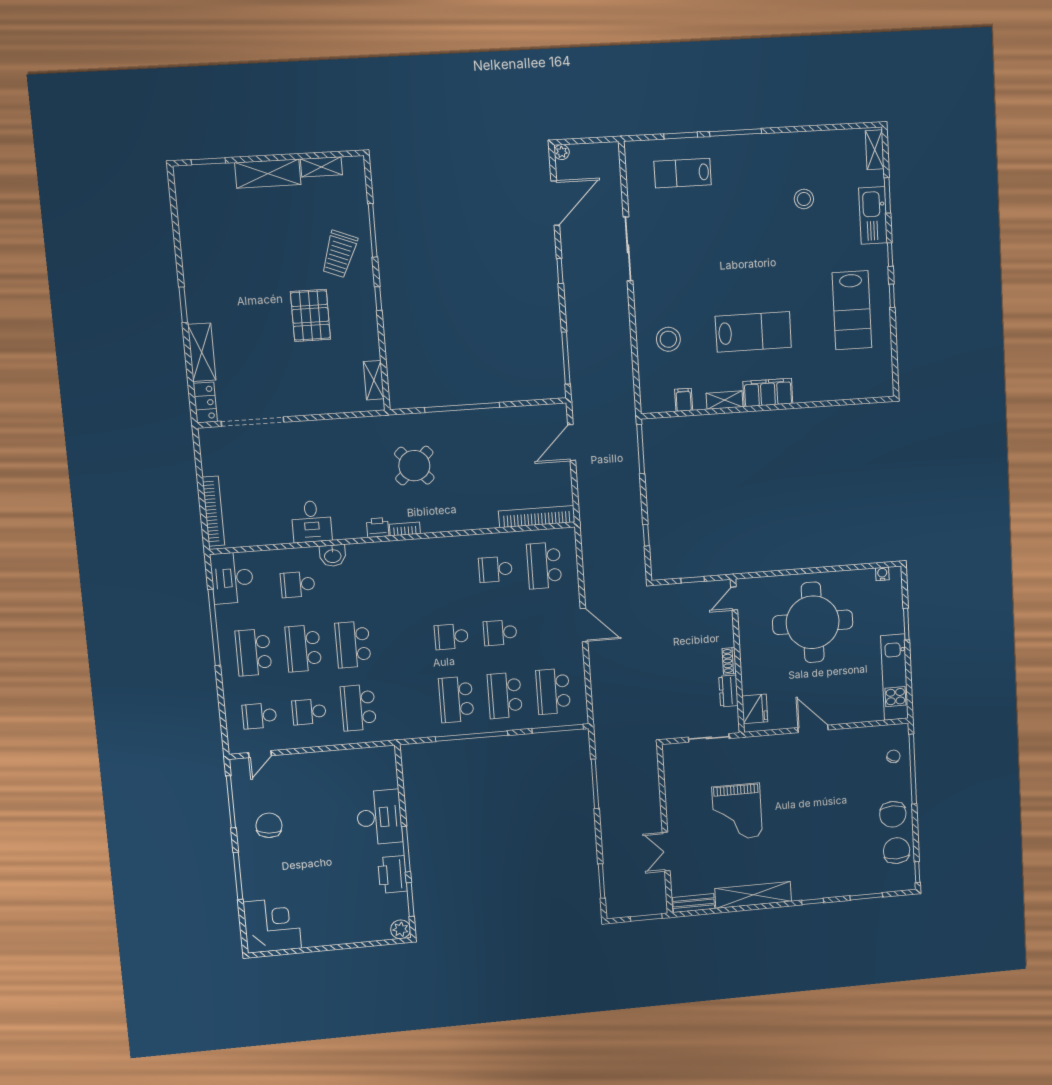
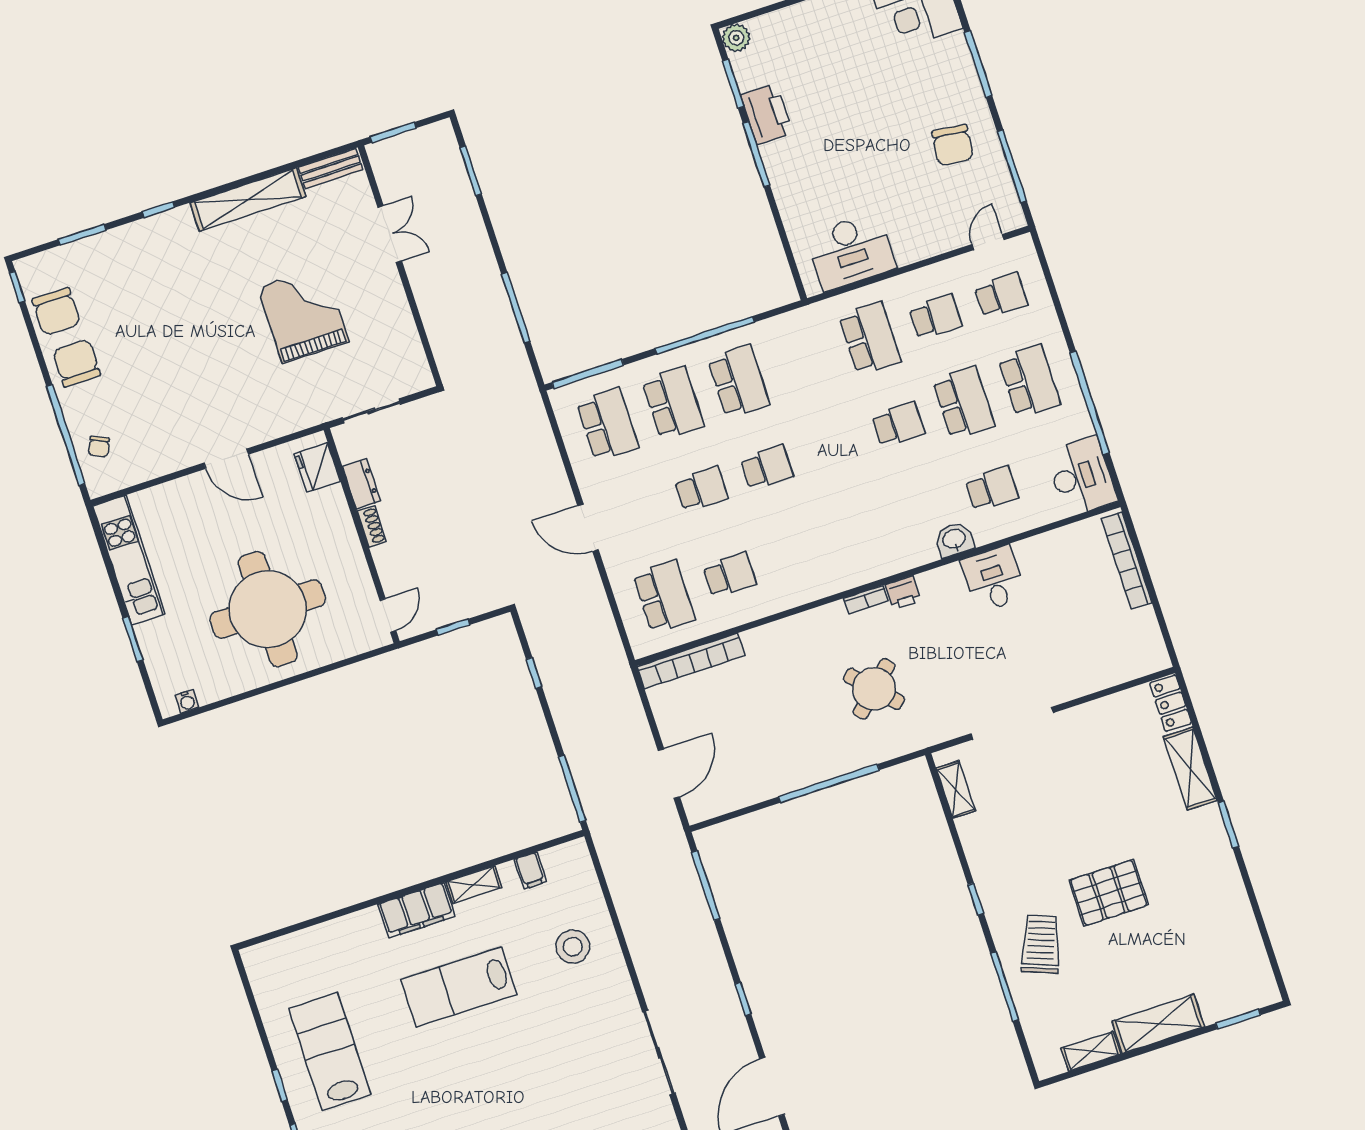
pallet: (310, 315) -> (1109, 893), moved, turned 90
doorway: (253, 422) -> (1012, 723), moved
school desk: (353, 644) -> (898, 424), width x0.54
desk: (379, 817) -> (851, 251), moved, turned -90

